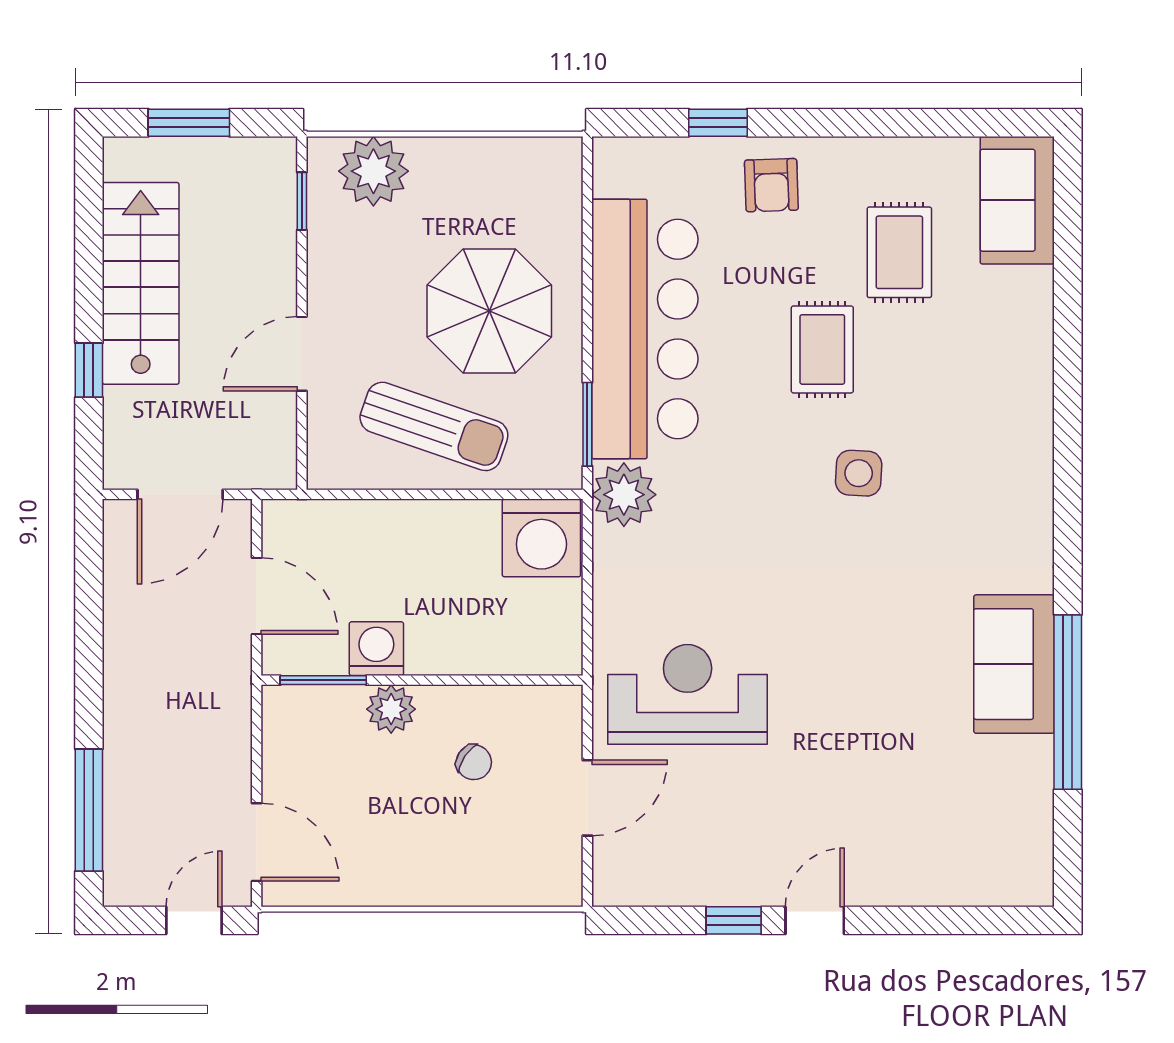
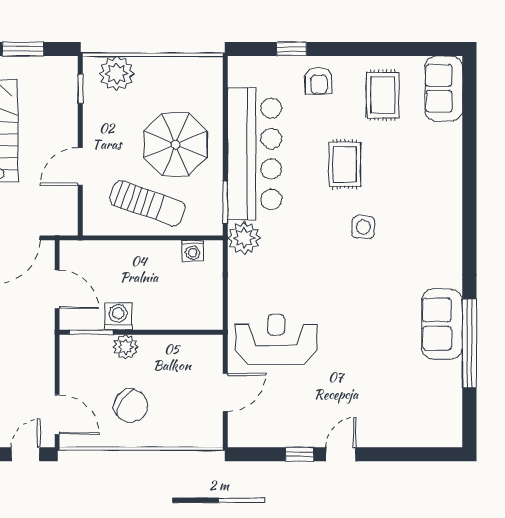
rug: (899, 252) -> (383, 95), moved
washing machine: (541, 538) -> (193, 251), width x0.53, depth x0.53
chair: (474, 762) -> (131, 406), moved, width x1.87, depth x1.87

